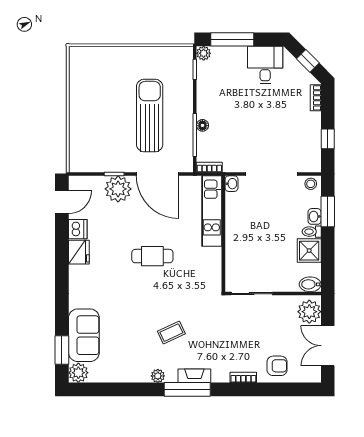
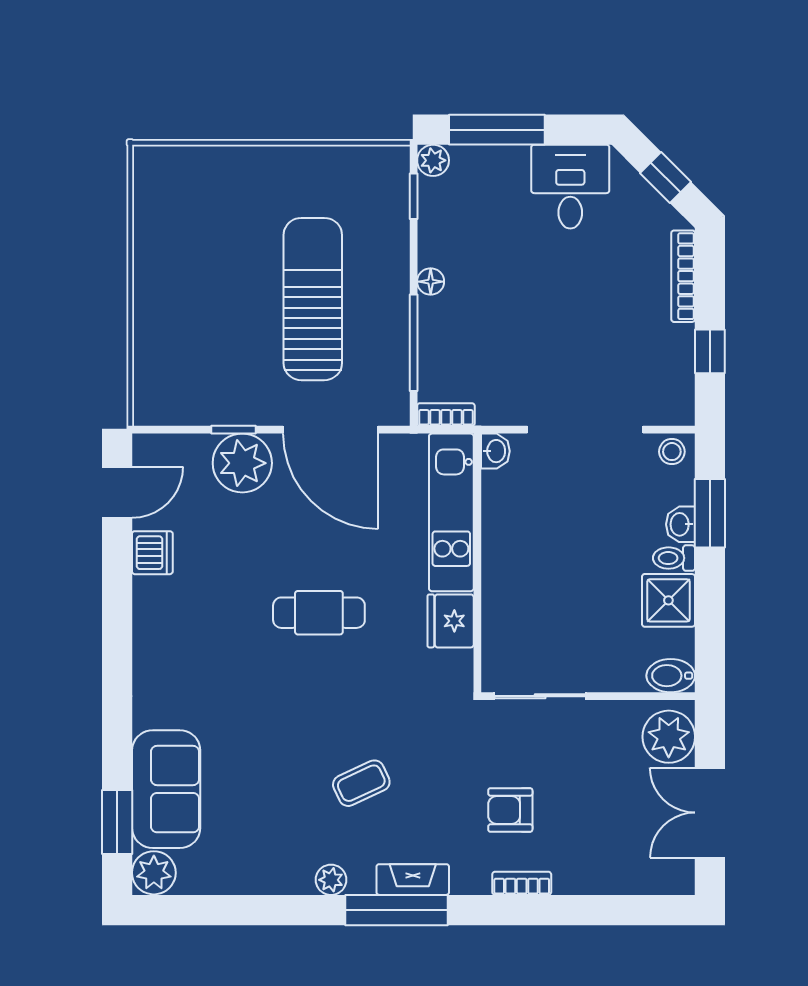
bookcase: (316, 98) -> (683, 276), width x1.56
floor lamp: (202, 125) -> (431, 282), moved
fridge: (79, 252) -> (451, 621), moved, turned 180
armchair: (277, 366) -> (510, 810), moved, turned 180

